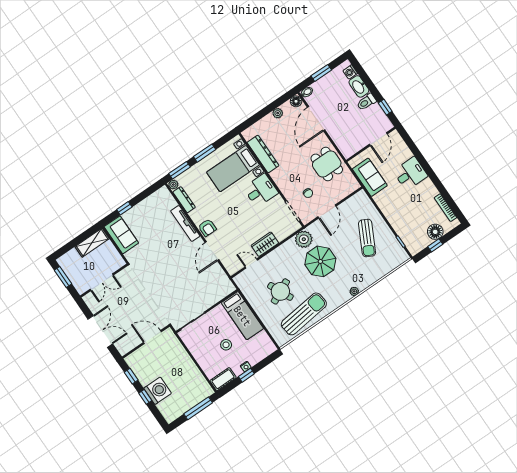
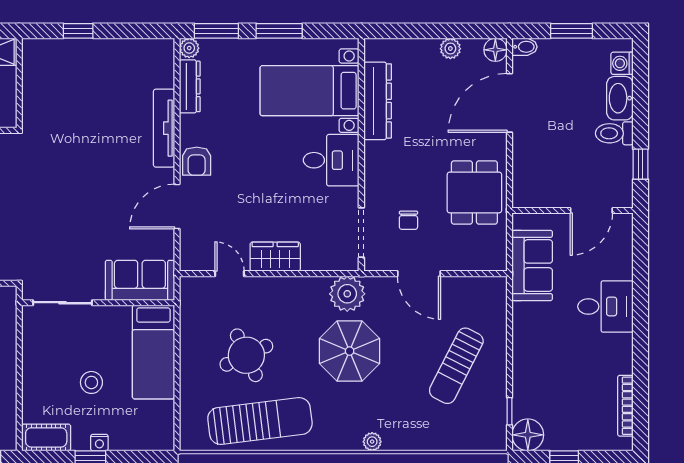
door: (327, 212) -> (419, 274), hinge flipped
floor lamp: (435, 232) -> (528, 435), moved
sofa: (121, 235) -> (140, 280), moved, turned -90

